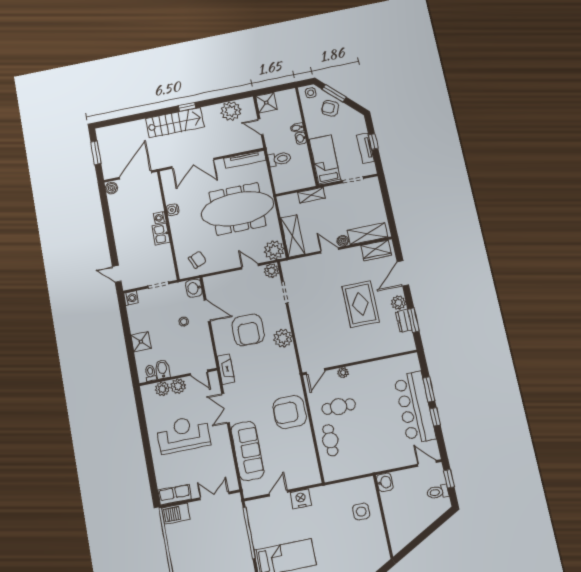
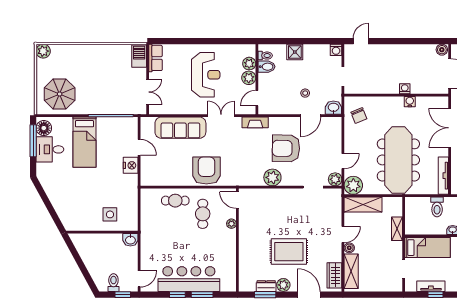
kitchen sink: (161, 234) -> (389, 87), removed

